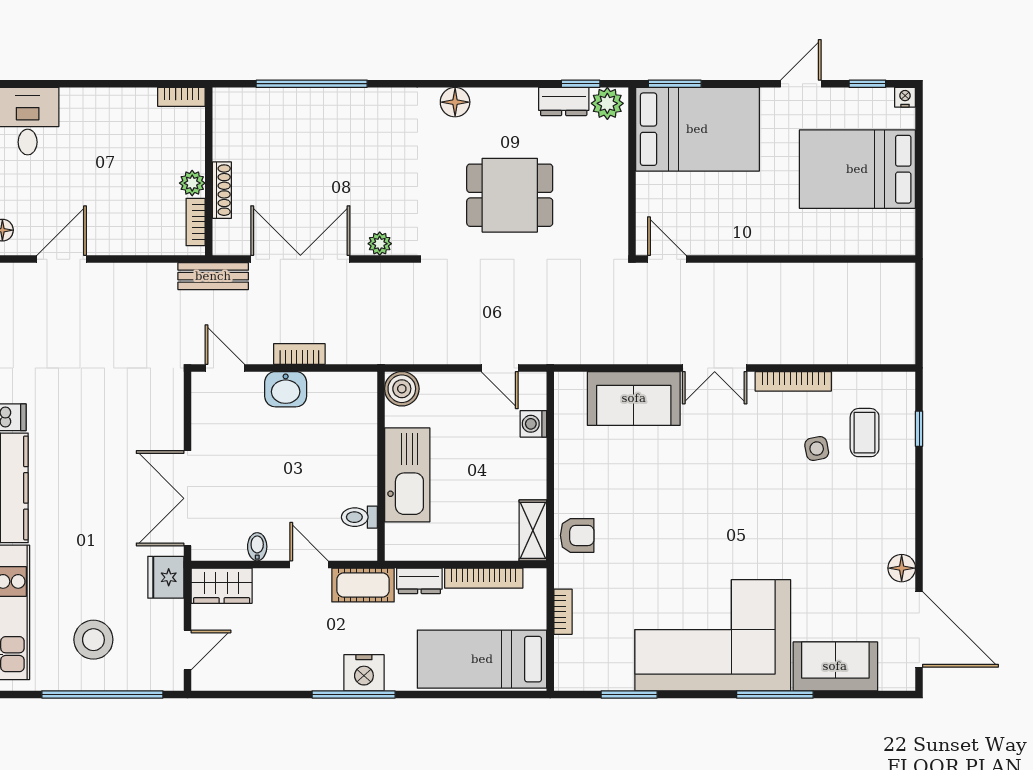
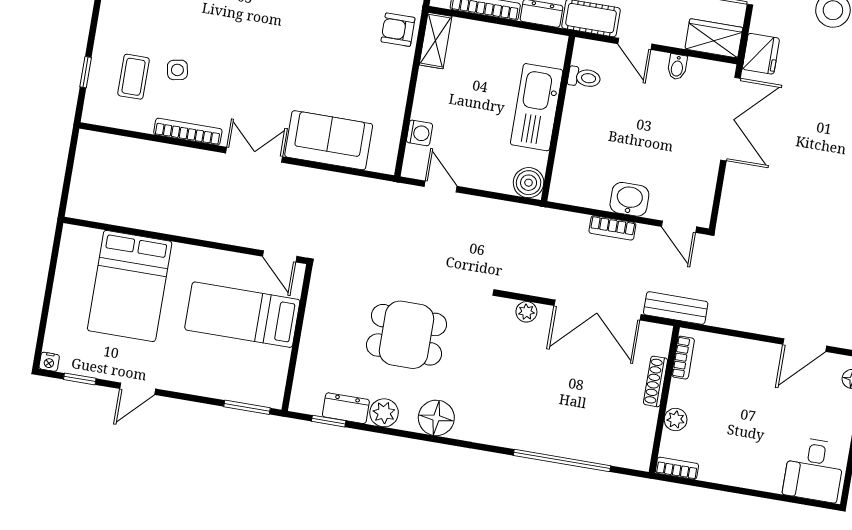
floor lamp: (455, 102) -> (436, 418), width x1.38, depth x1.38
plant: (607, 103) -> (384, 413), moved
bed: (697, 129) -> (242, 315), moved, width x0.67
bed: (857, 169) -> (130, 286), moved, turned 90
plant: (192, 183) -> (676, 420), moved

